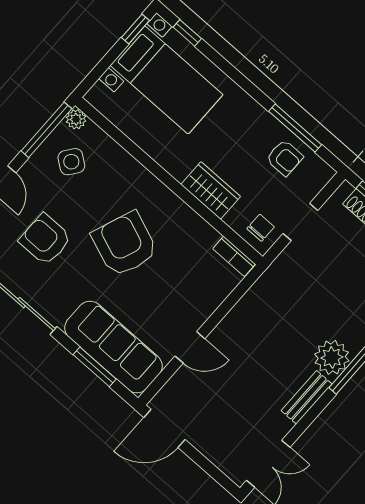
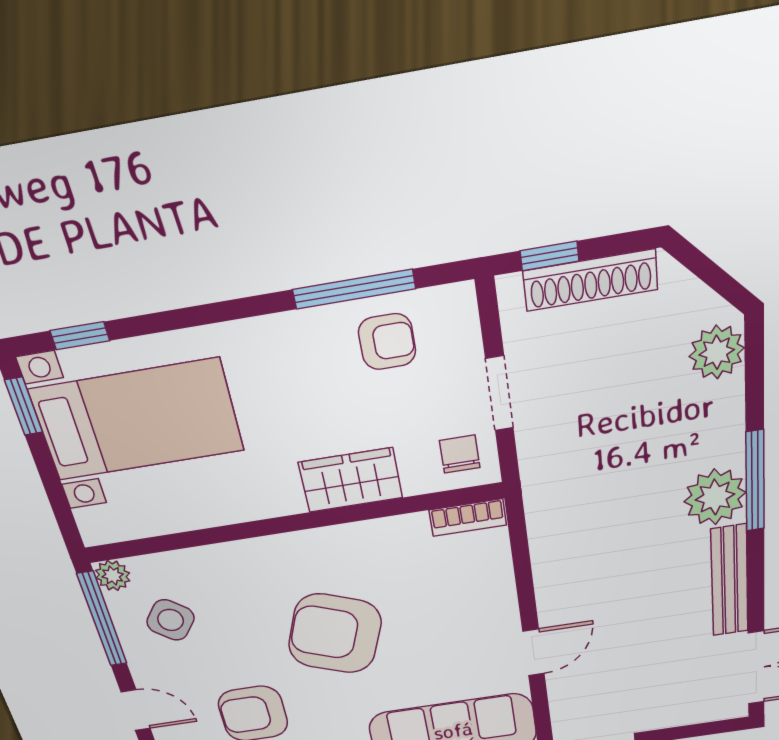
bench: (306, 397) -> (730, 581), width x1.36

